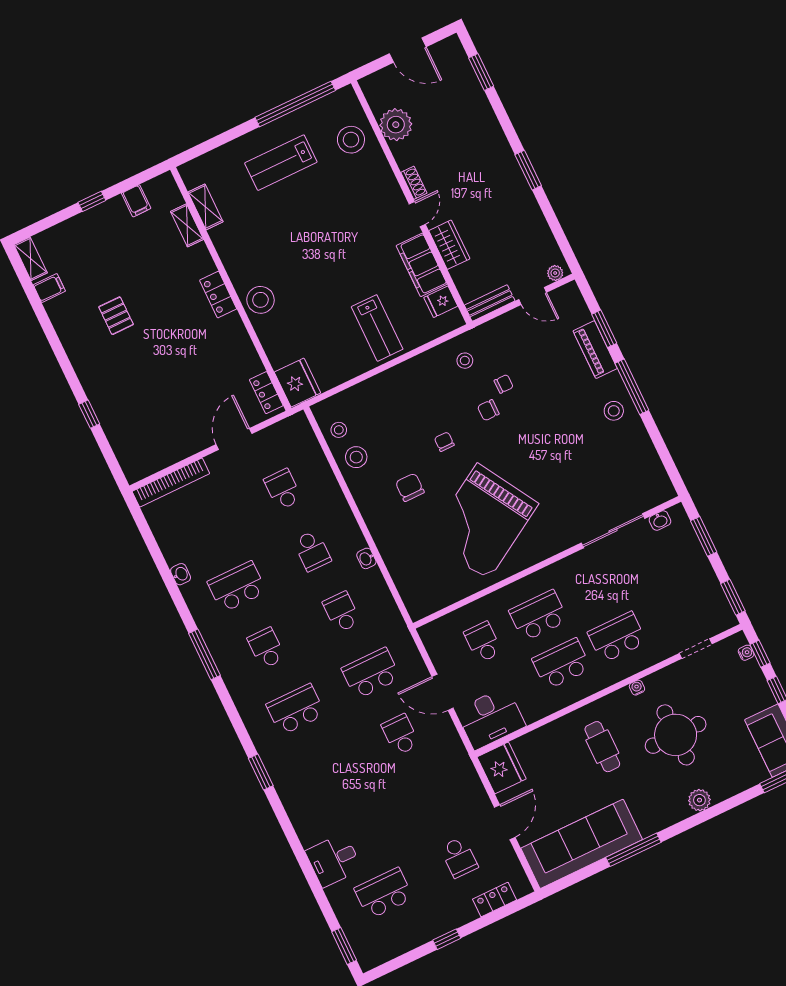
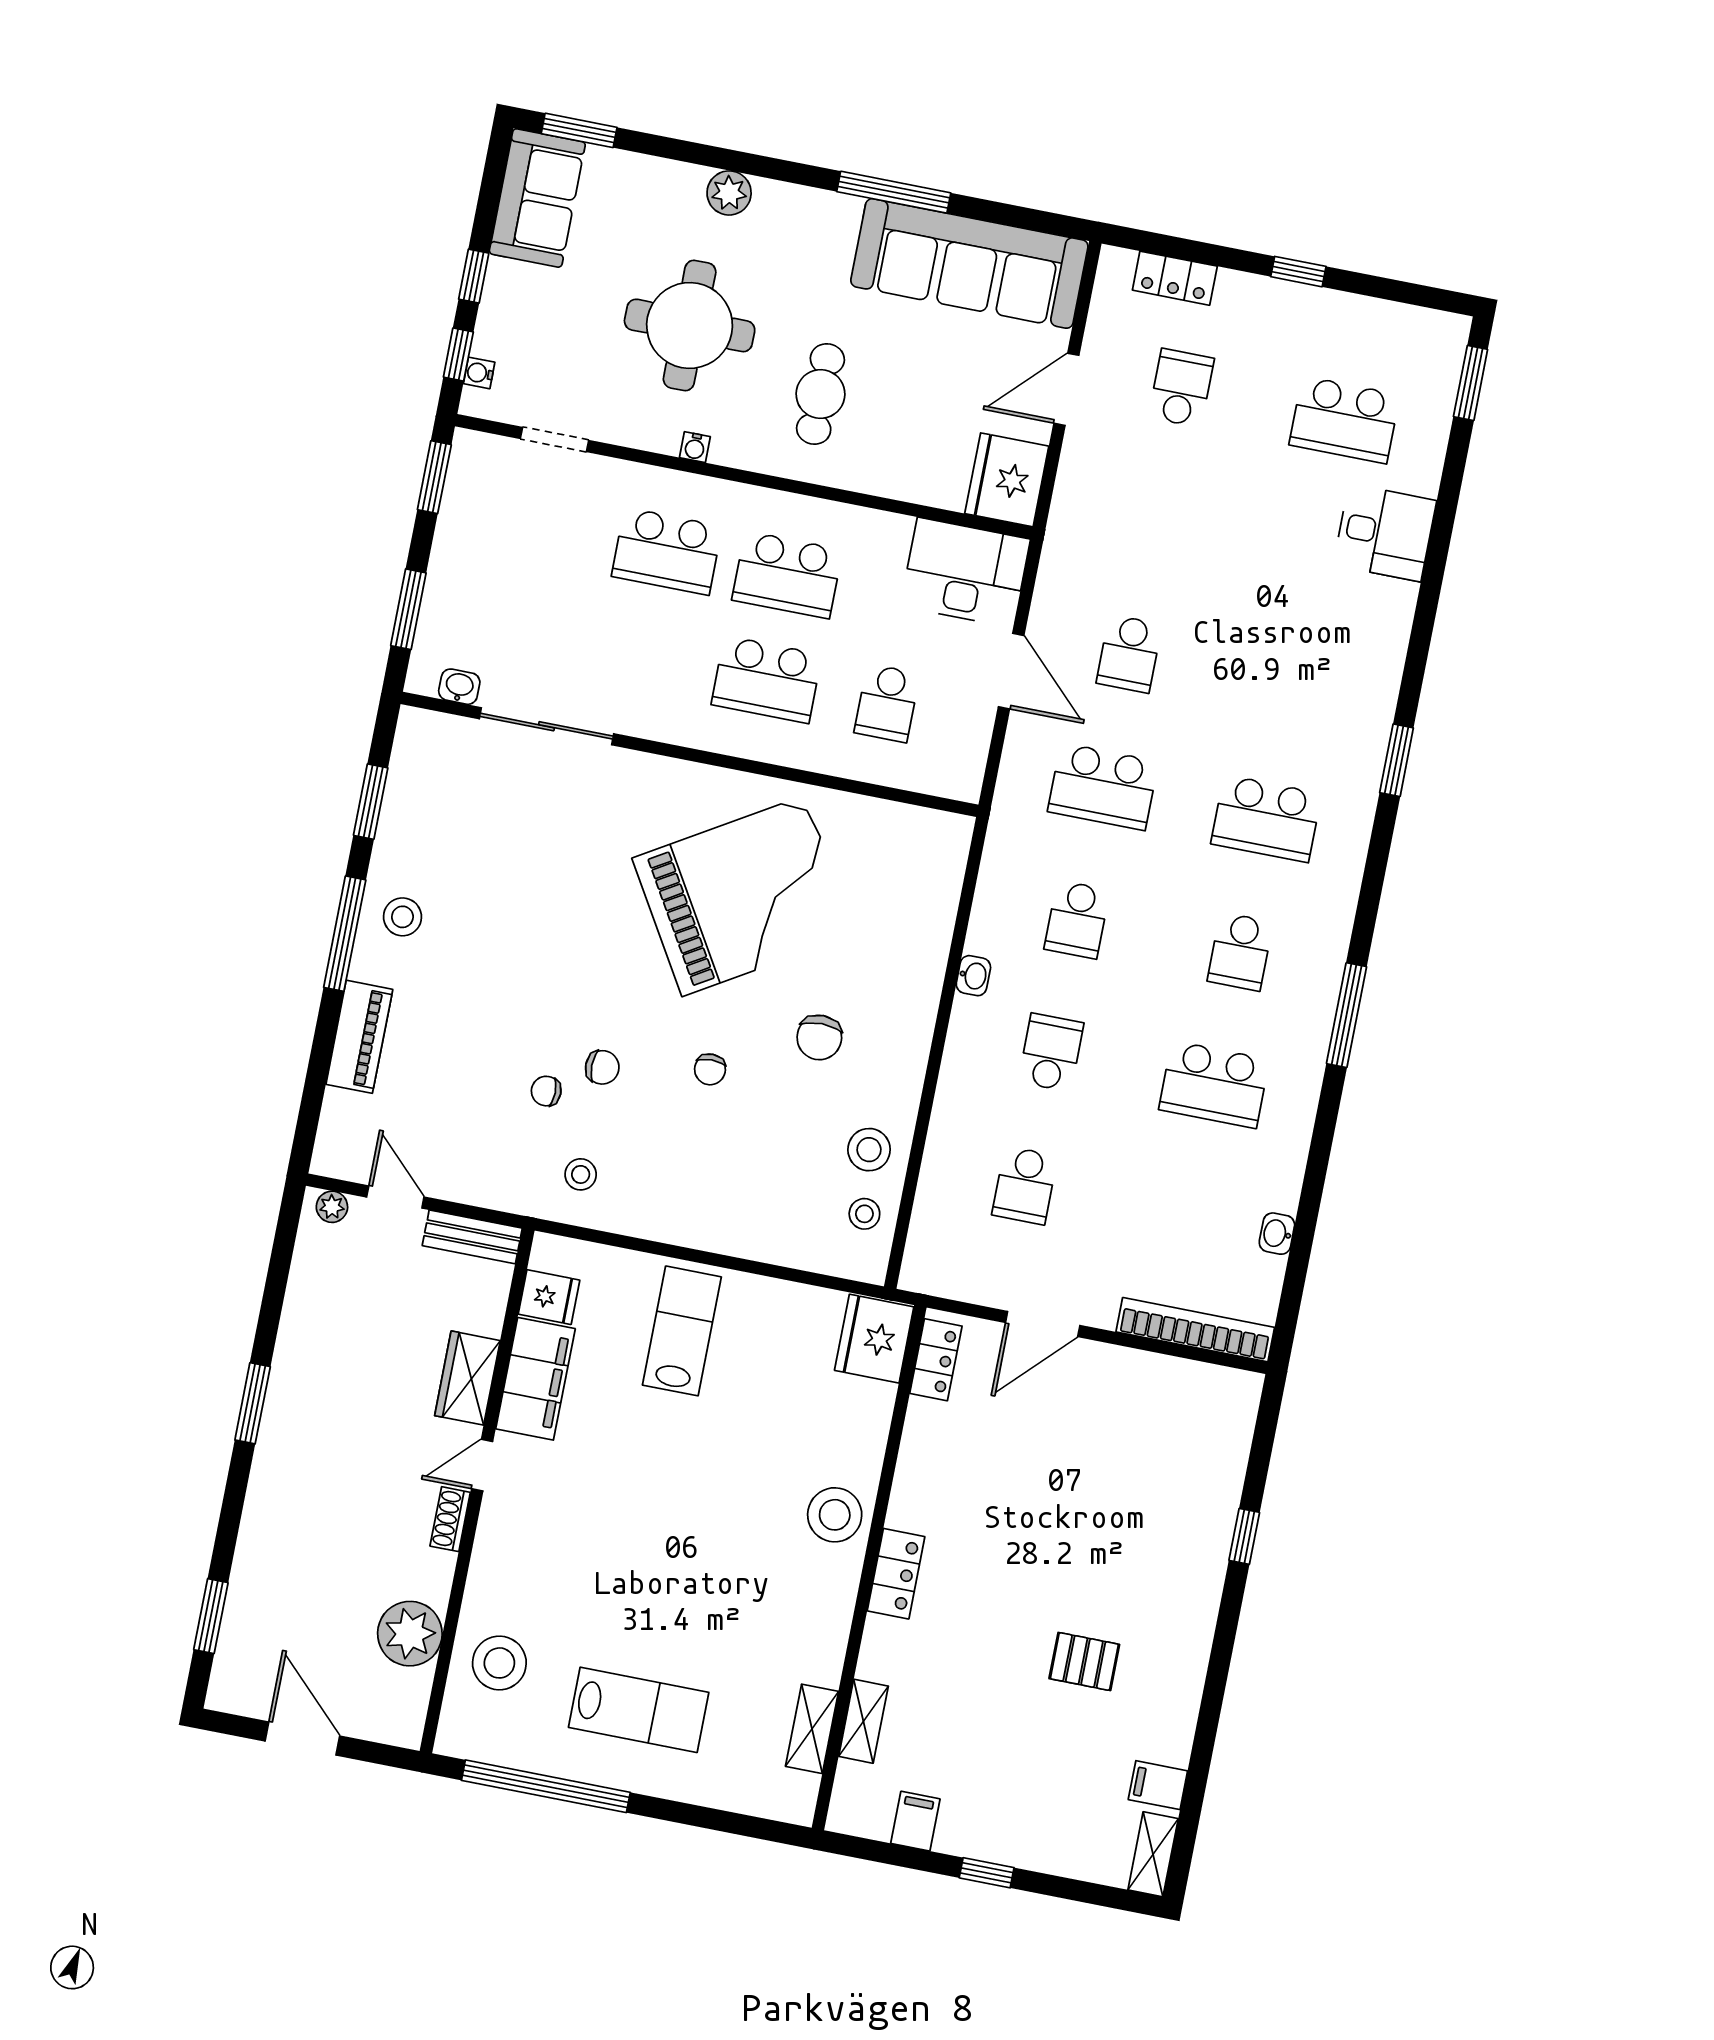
pallet: (116, 316) -> (1084, 1661), turned 90
window: (604, 329) -> (371, 802), moved
washbasin: (181, 574) -> (1277, 1234), moved

